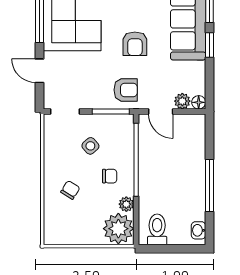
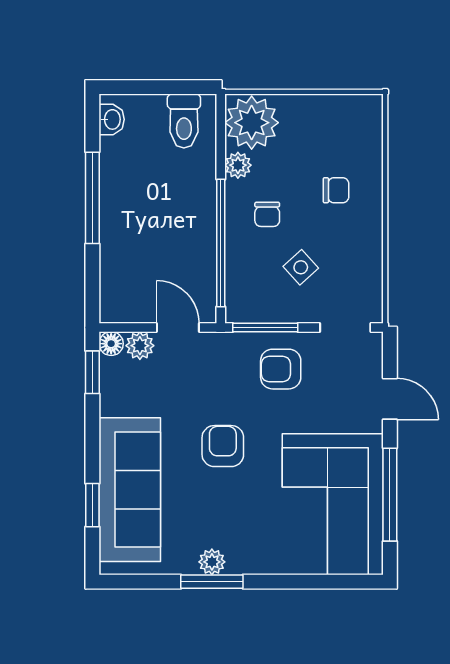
window: (209, 45) -> (92, 372), moved
armchair: (126, 90) -> (281, 369), moved
chair: (110, 176) -> (267, 214), turned -90
chair: (70, 190) -> (336, 190), turned -122

